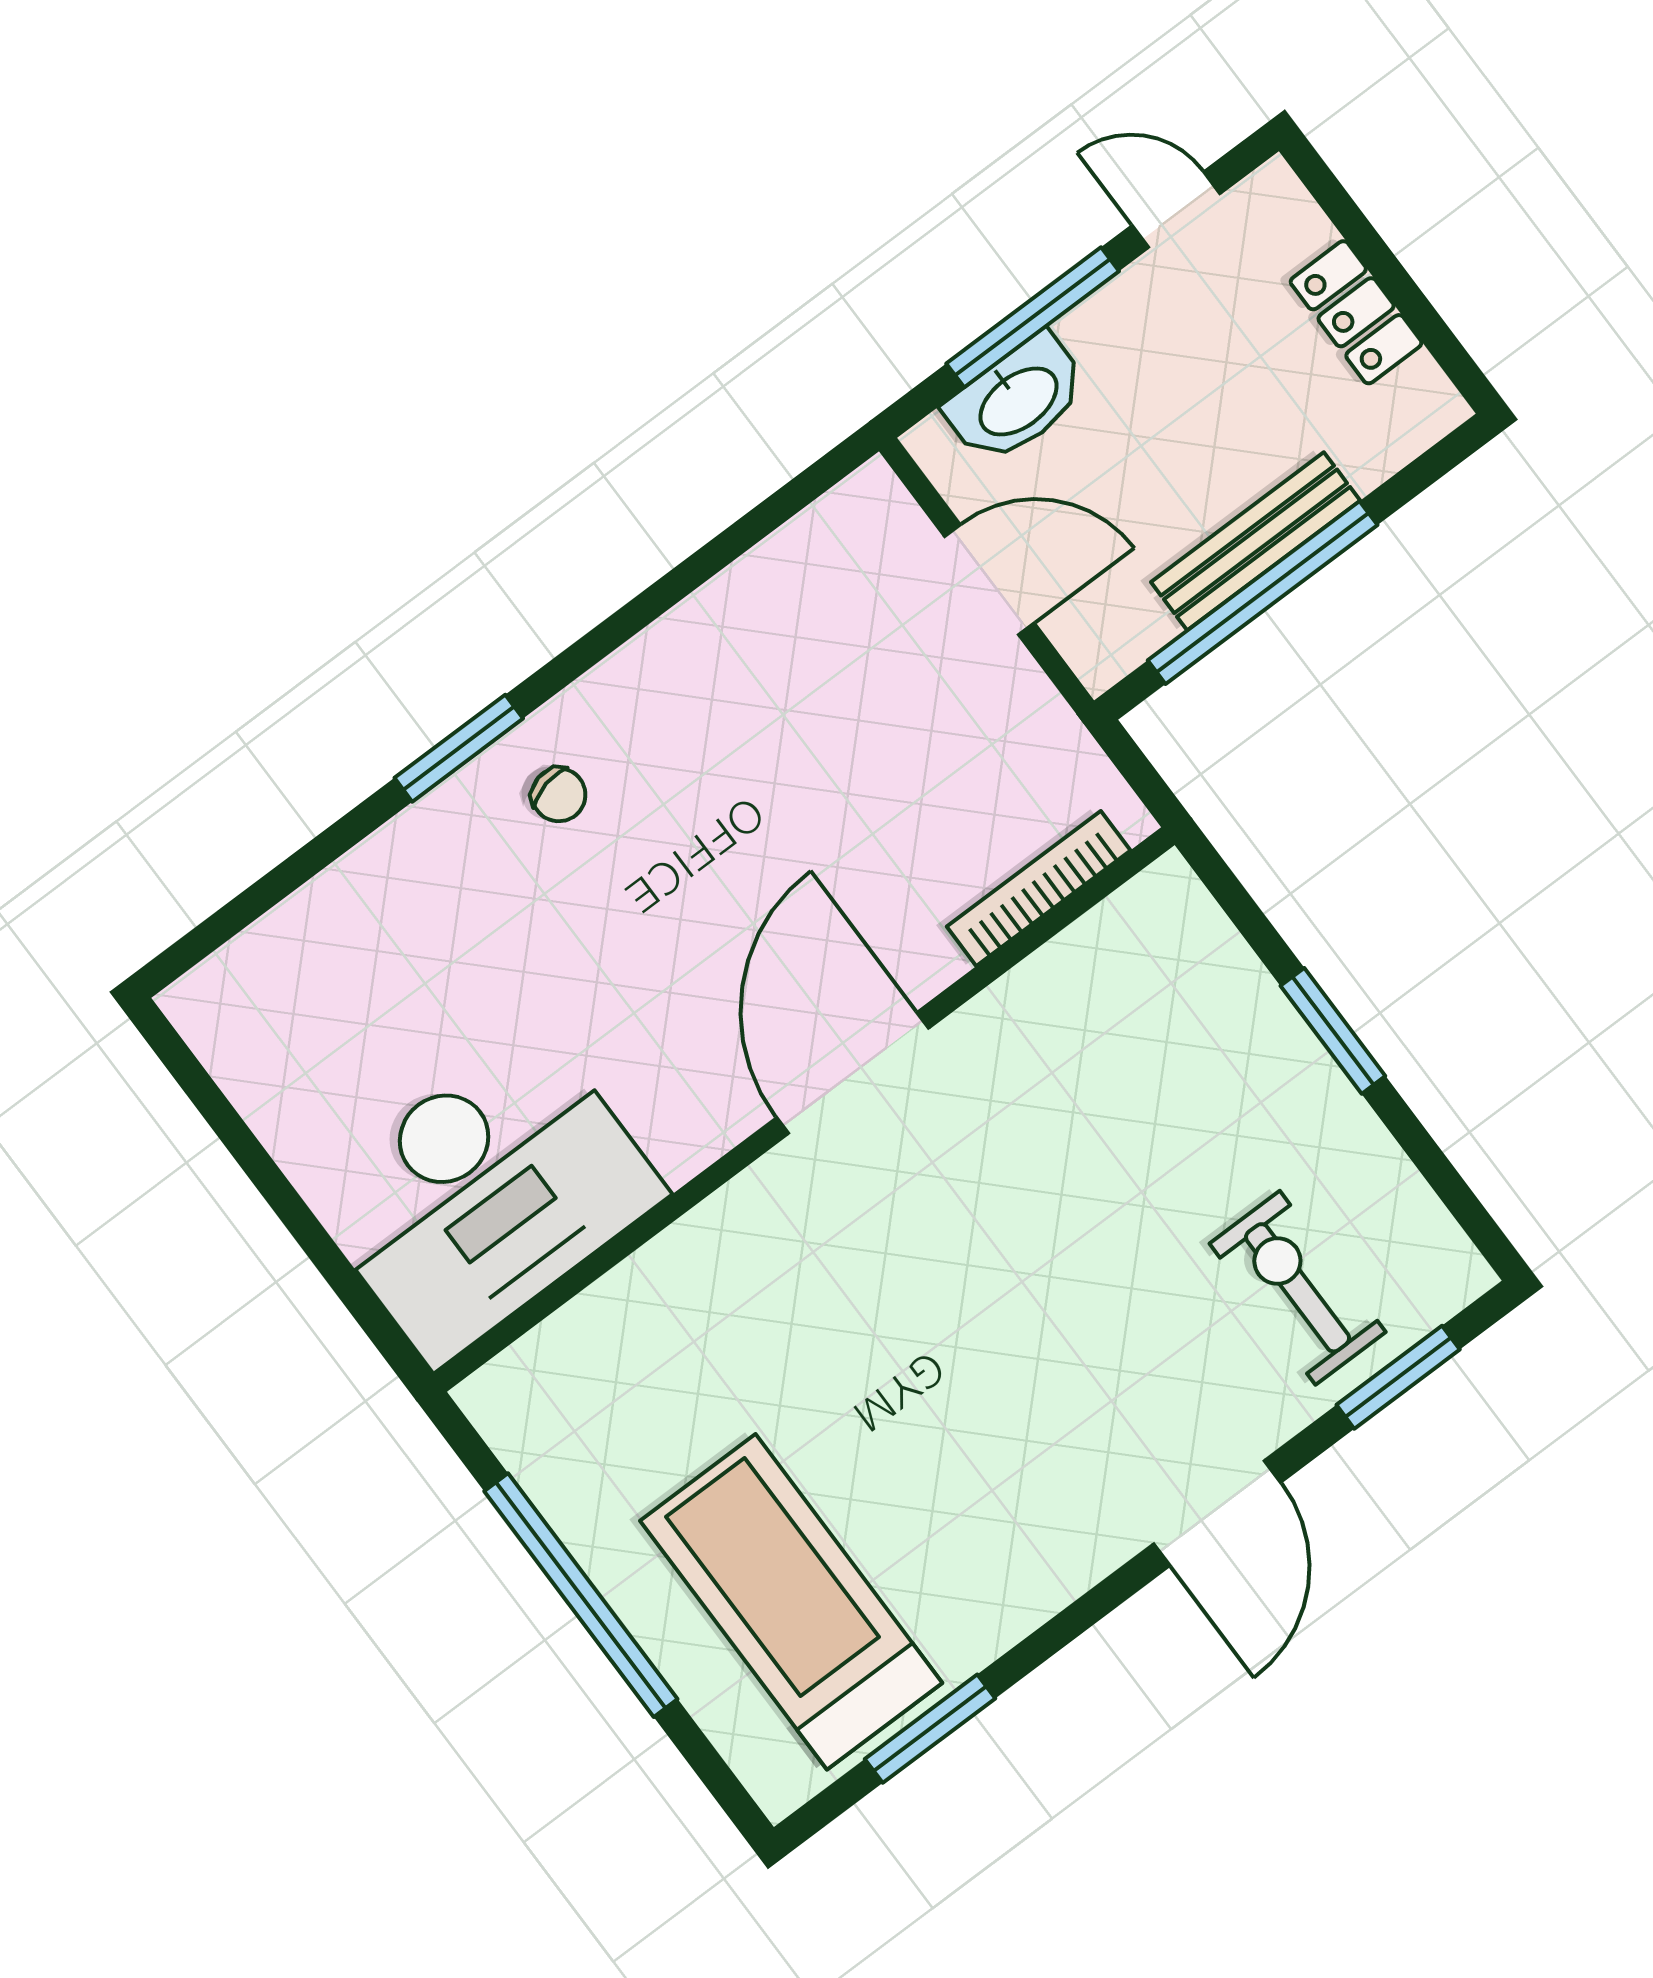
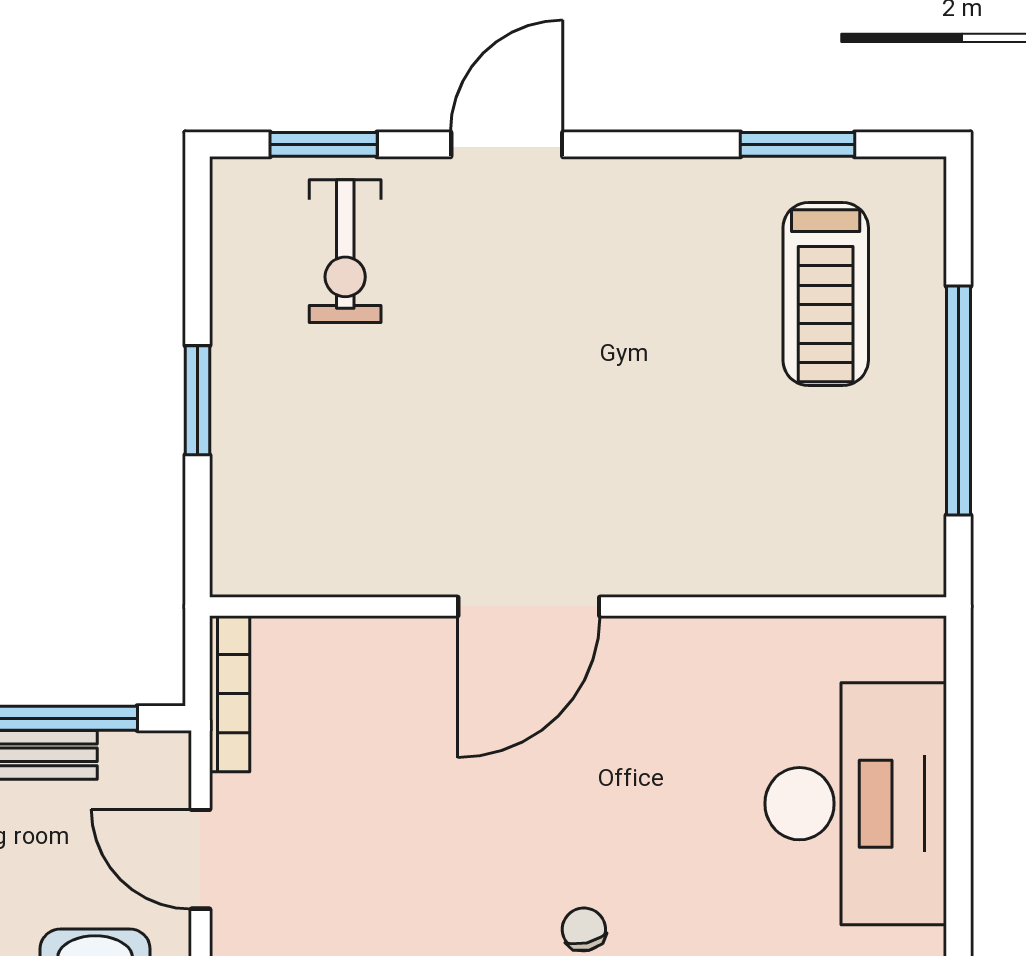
bookcase: (1039, 888) -> (230, 694), moved, turned -90
desk: (486, 1194) -> (856, 804), moved, turned 90
treadmill: (791, 1602) -> (826, 294), width x0.73, depth x0.73

